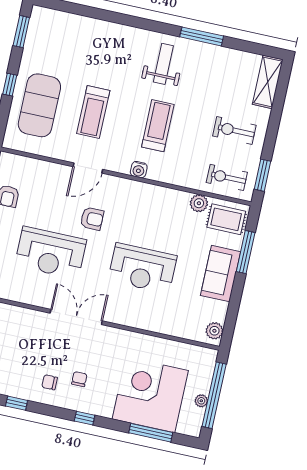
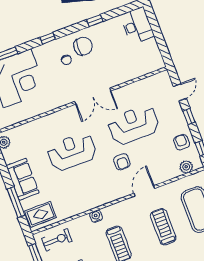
water cooler: (139, 170) -> (96, 216), moved
plant: (199, 203) -> (186, 167), moved
armchair: (92, 219) -> (122, 162), turned -90
chair: (50, 382) -> (83, 46), width x1.87, depth x1.87

